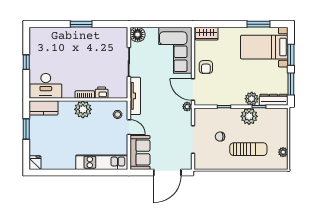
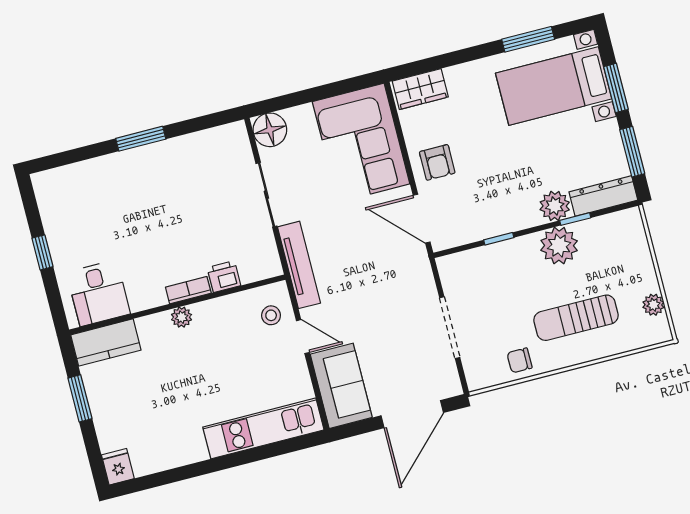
desk: (46, 86) -> (98, 293), width x0.73
plant: (187, 107) -> (419, 259), removed
plant: (83, 109) -> (182, 317), width x0.53, depth x0.53
chair: (220, 137) -> (519, 360), moved
sun lounger: (248, 149) -> (576, 318), turned 180

